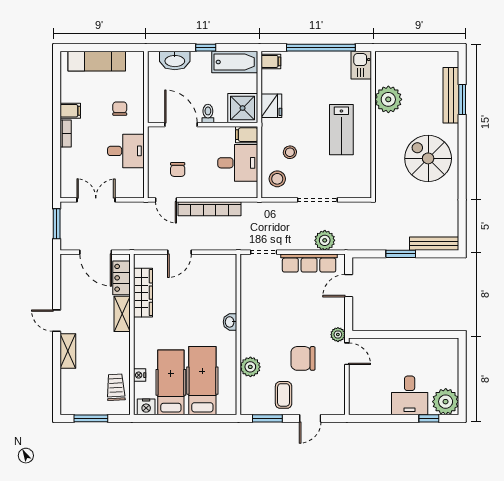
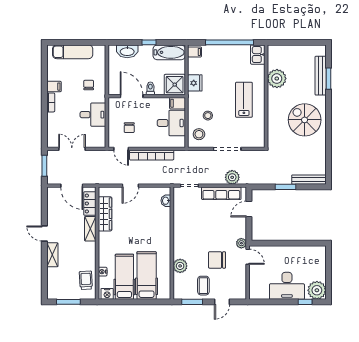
lab bench: (341, 130) -> (244, 100), turned 180
washbasin: (230, 322) -> (166, 201), moved
desk: (410, 395) -> (287, 286), width x1.37

